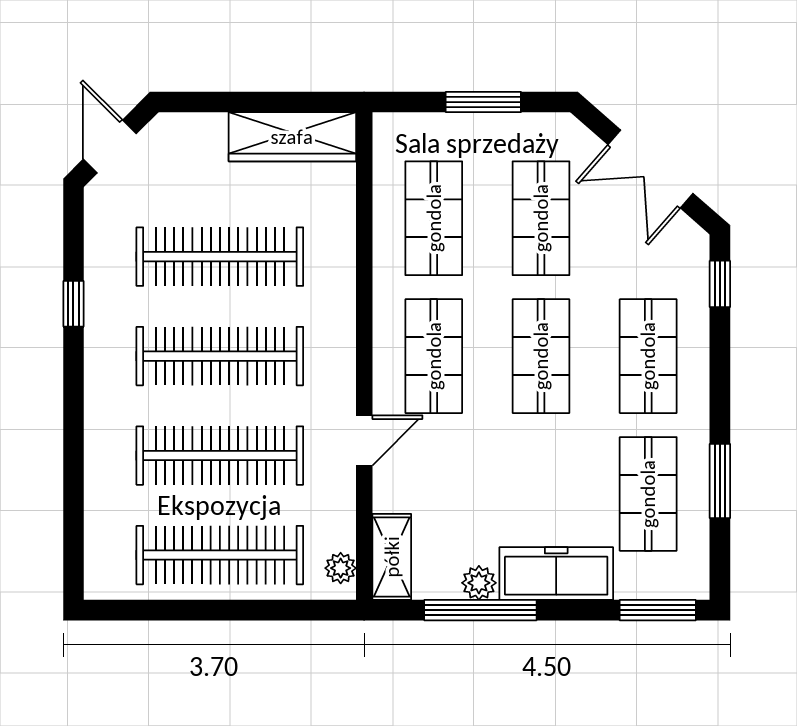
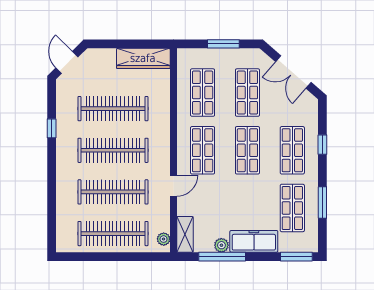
window: (720, 284) -> (322, 145), moved

